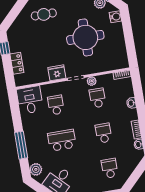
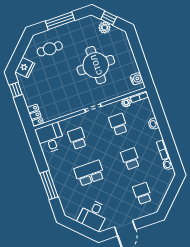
water cooler: (115, 17) -> (137, 79), moved
locker: (17, 63) -> (35, 115), moved
fridge: (57, 73) -> (25, 68), moved, turned 135
plant: (92, 81) -> (126, 103), moved
plant: (36, 169) -> (68, 207), removed

